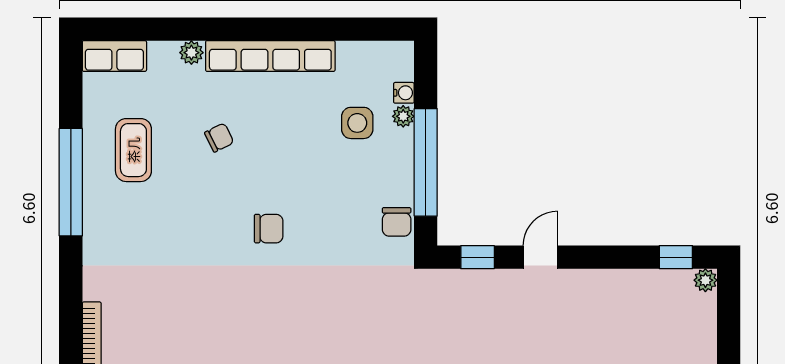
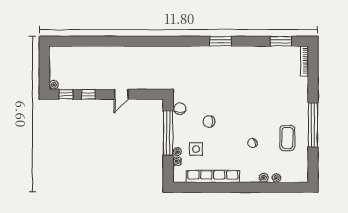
plant: (160, 52) -> (276, 178), added
row of seats: (114, 56) -> (295, 176), removed
row of seats: (270, 56) -> (213, 176), moved
chair: (269, 229) -> (209, 121), moved
window: (478, 257) -> (88, 94), moved

